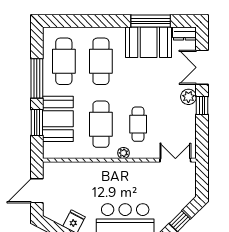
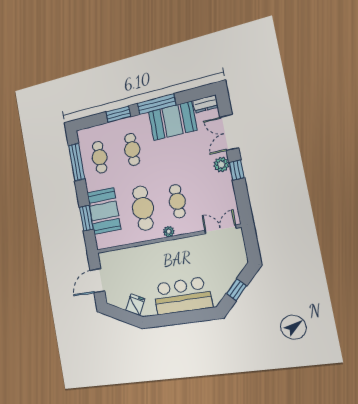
window: (93, 21) -> (118, 114), added
window: (151, 21) -> (157, 104), moved
cafe table: (64, 61) -> (100, 157), width x0.73, depth x0.74
cafe table: (101, 61) -> (132, 149), width x0.73, depth x0.74
window: (37, 78) -> (77, 162), moved

